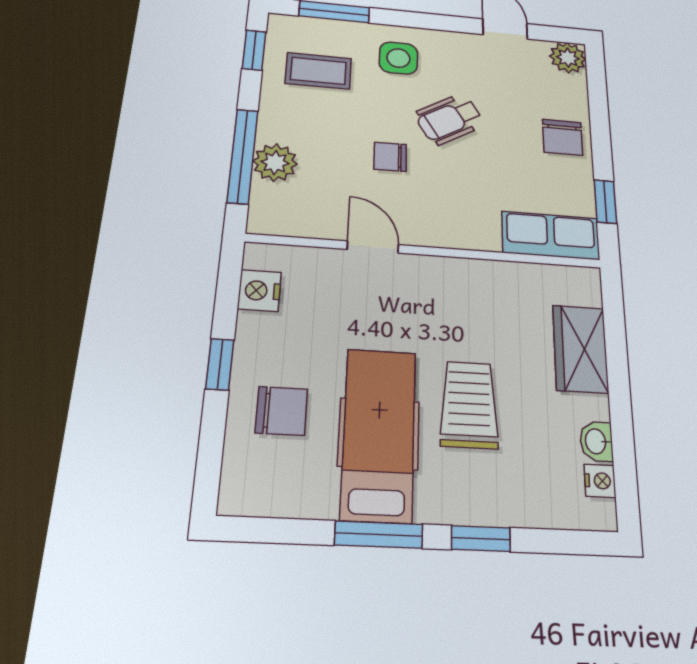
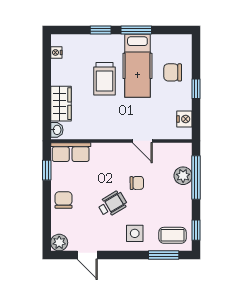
coffee table: (318, 71) -> (172, 235), moved
washbasin: (596, 441) -> (57, 130), moved

